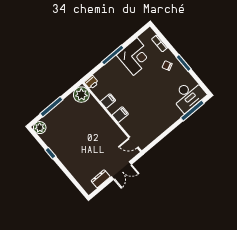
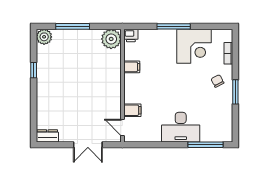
desk: (188, 95) -> (181, 127), moved
filing cabinet: (120, 115) -> (132, 110), moved
dresser: (101, 179) -> (47, 136), moved

